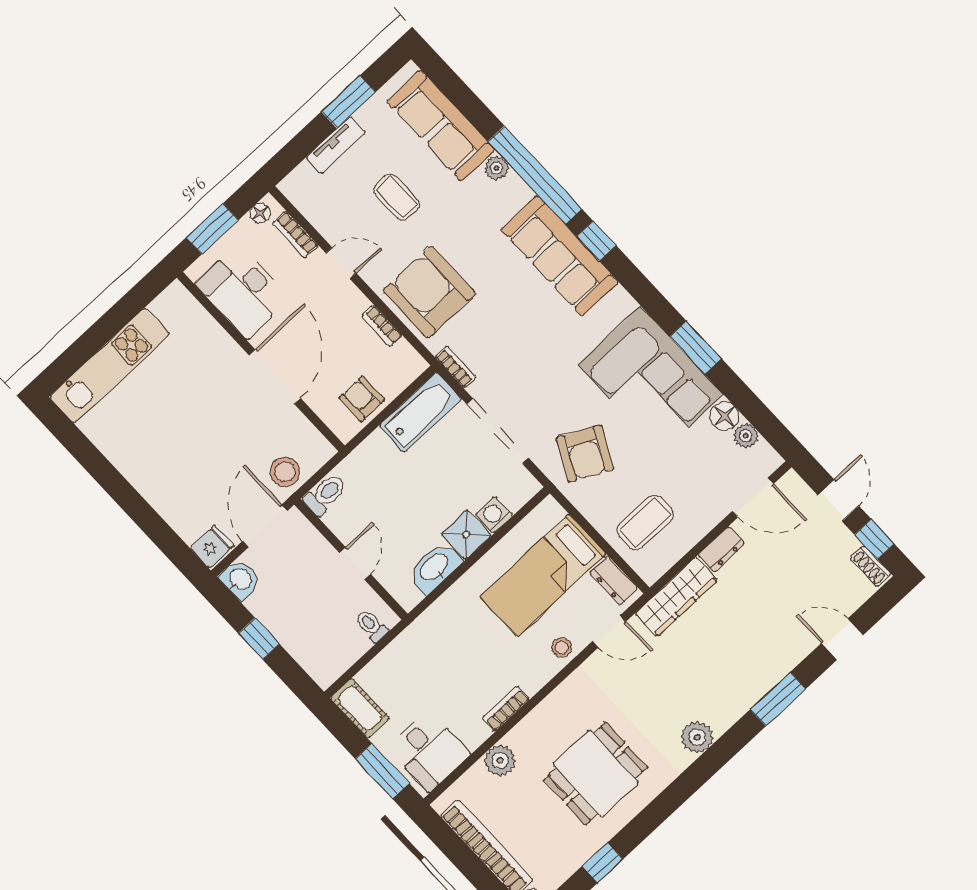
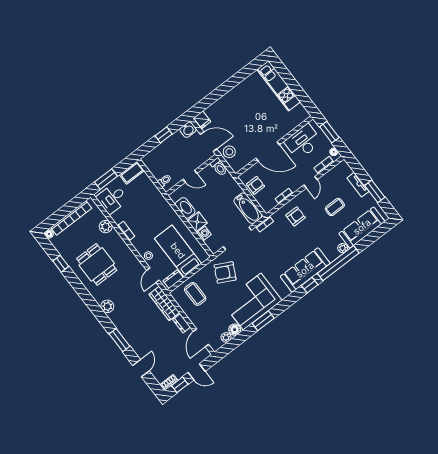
armchair: (429, 292) -> (296, 216), width x0.53, depth x0.53

